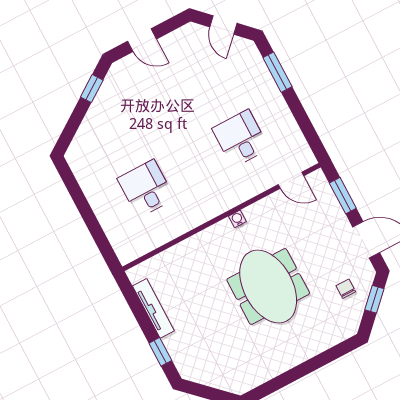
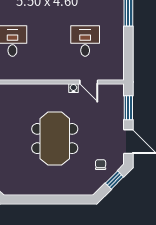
door: (291, 180) -> (89, 82), moved
water cooler: (237, 219) -> (74, 88), moved

